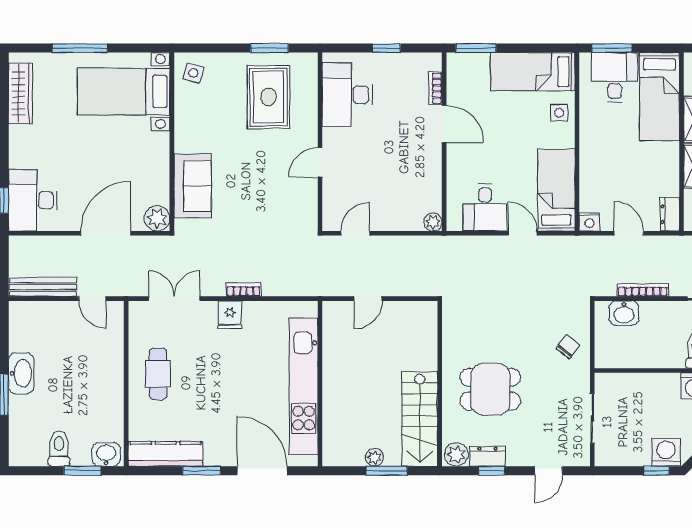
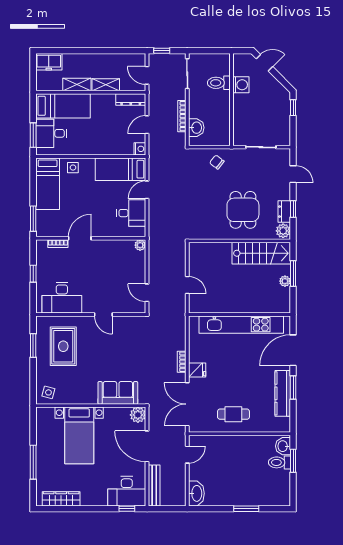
bed with nightstands: (123, 92) -> (79, 435), moved
rug: (268, 97) -> (63, 346), turned 90
dresser: (670, 214) -> (131, 99), width x1.44
bench: (43, 287) -> (154, 486), moved
double door: (174, 299) -> (187, 404), width x1.37
washbasin: (21, 373) -> (196, 493), moved, turned 90
toilet: (59, 449) -> (279, 462), moved
washing machine: (666, 452) -> (282, 102), removed
kitchen counter: (166, 454) -> (283, 393), moved

